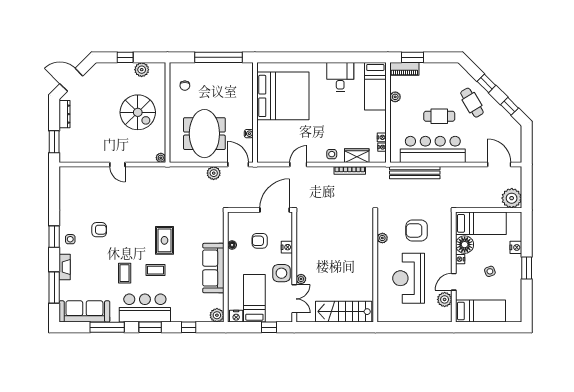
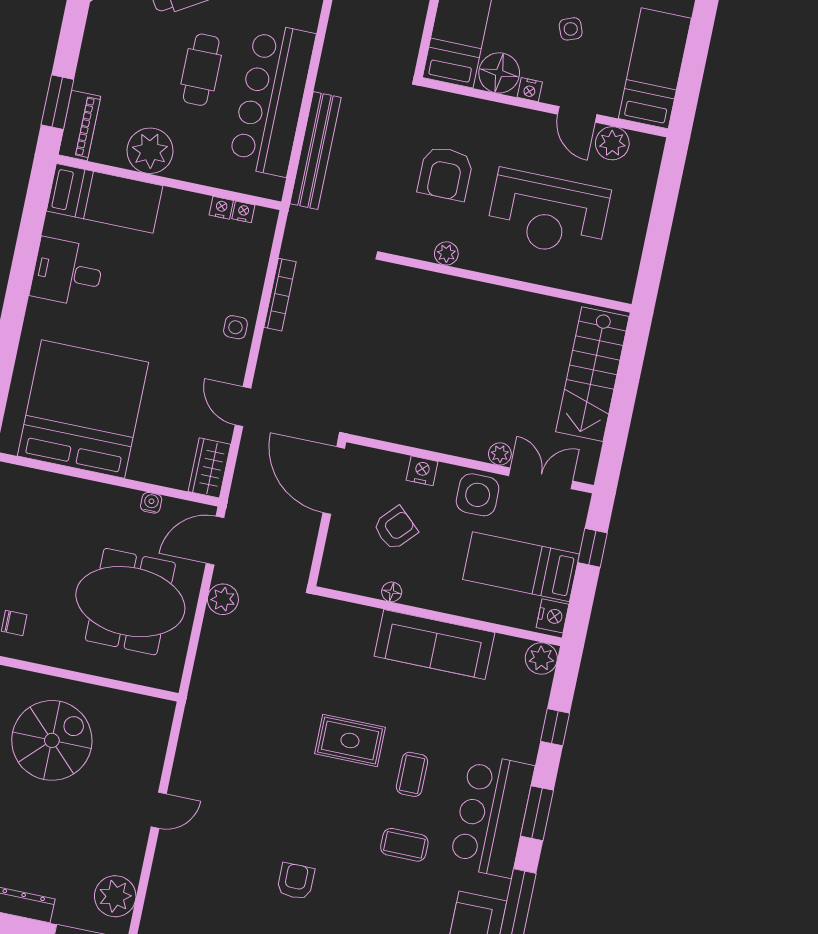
plant: (395, 97) -> (150, 151), width x1.88, depth x1.88
wardrobe: (357, 156) -> (209, 468), moved
plant: (161, 158) -> (115, 896), moved, width x1.88, depth x1.88
armchair: (260, 241) -> (395, 528), turned -137

